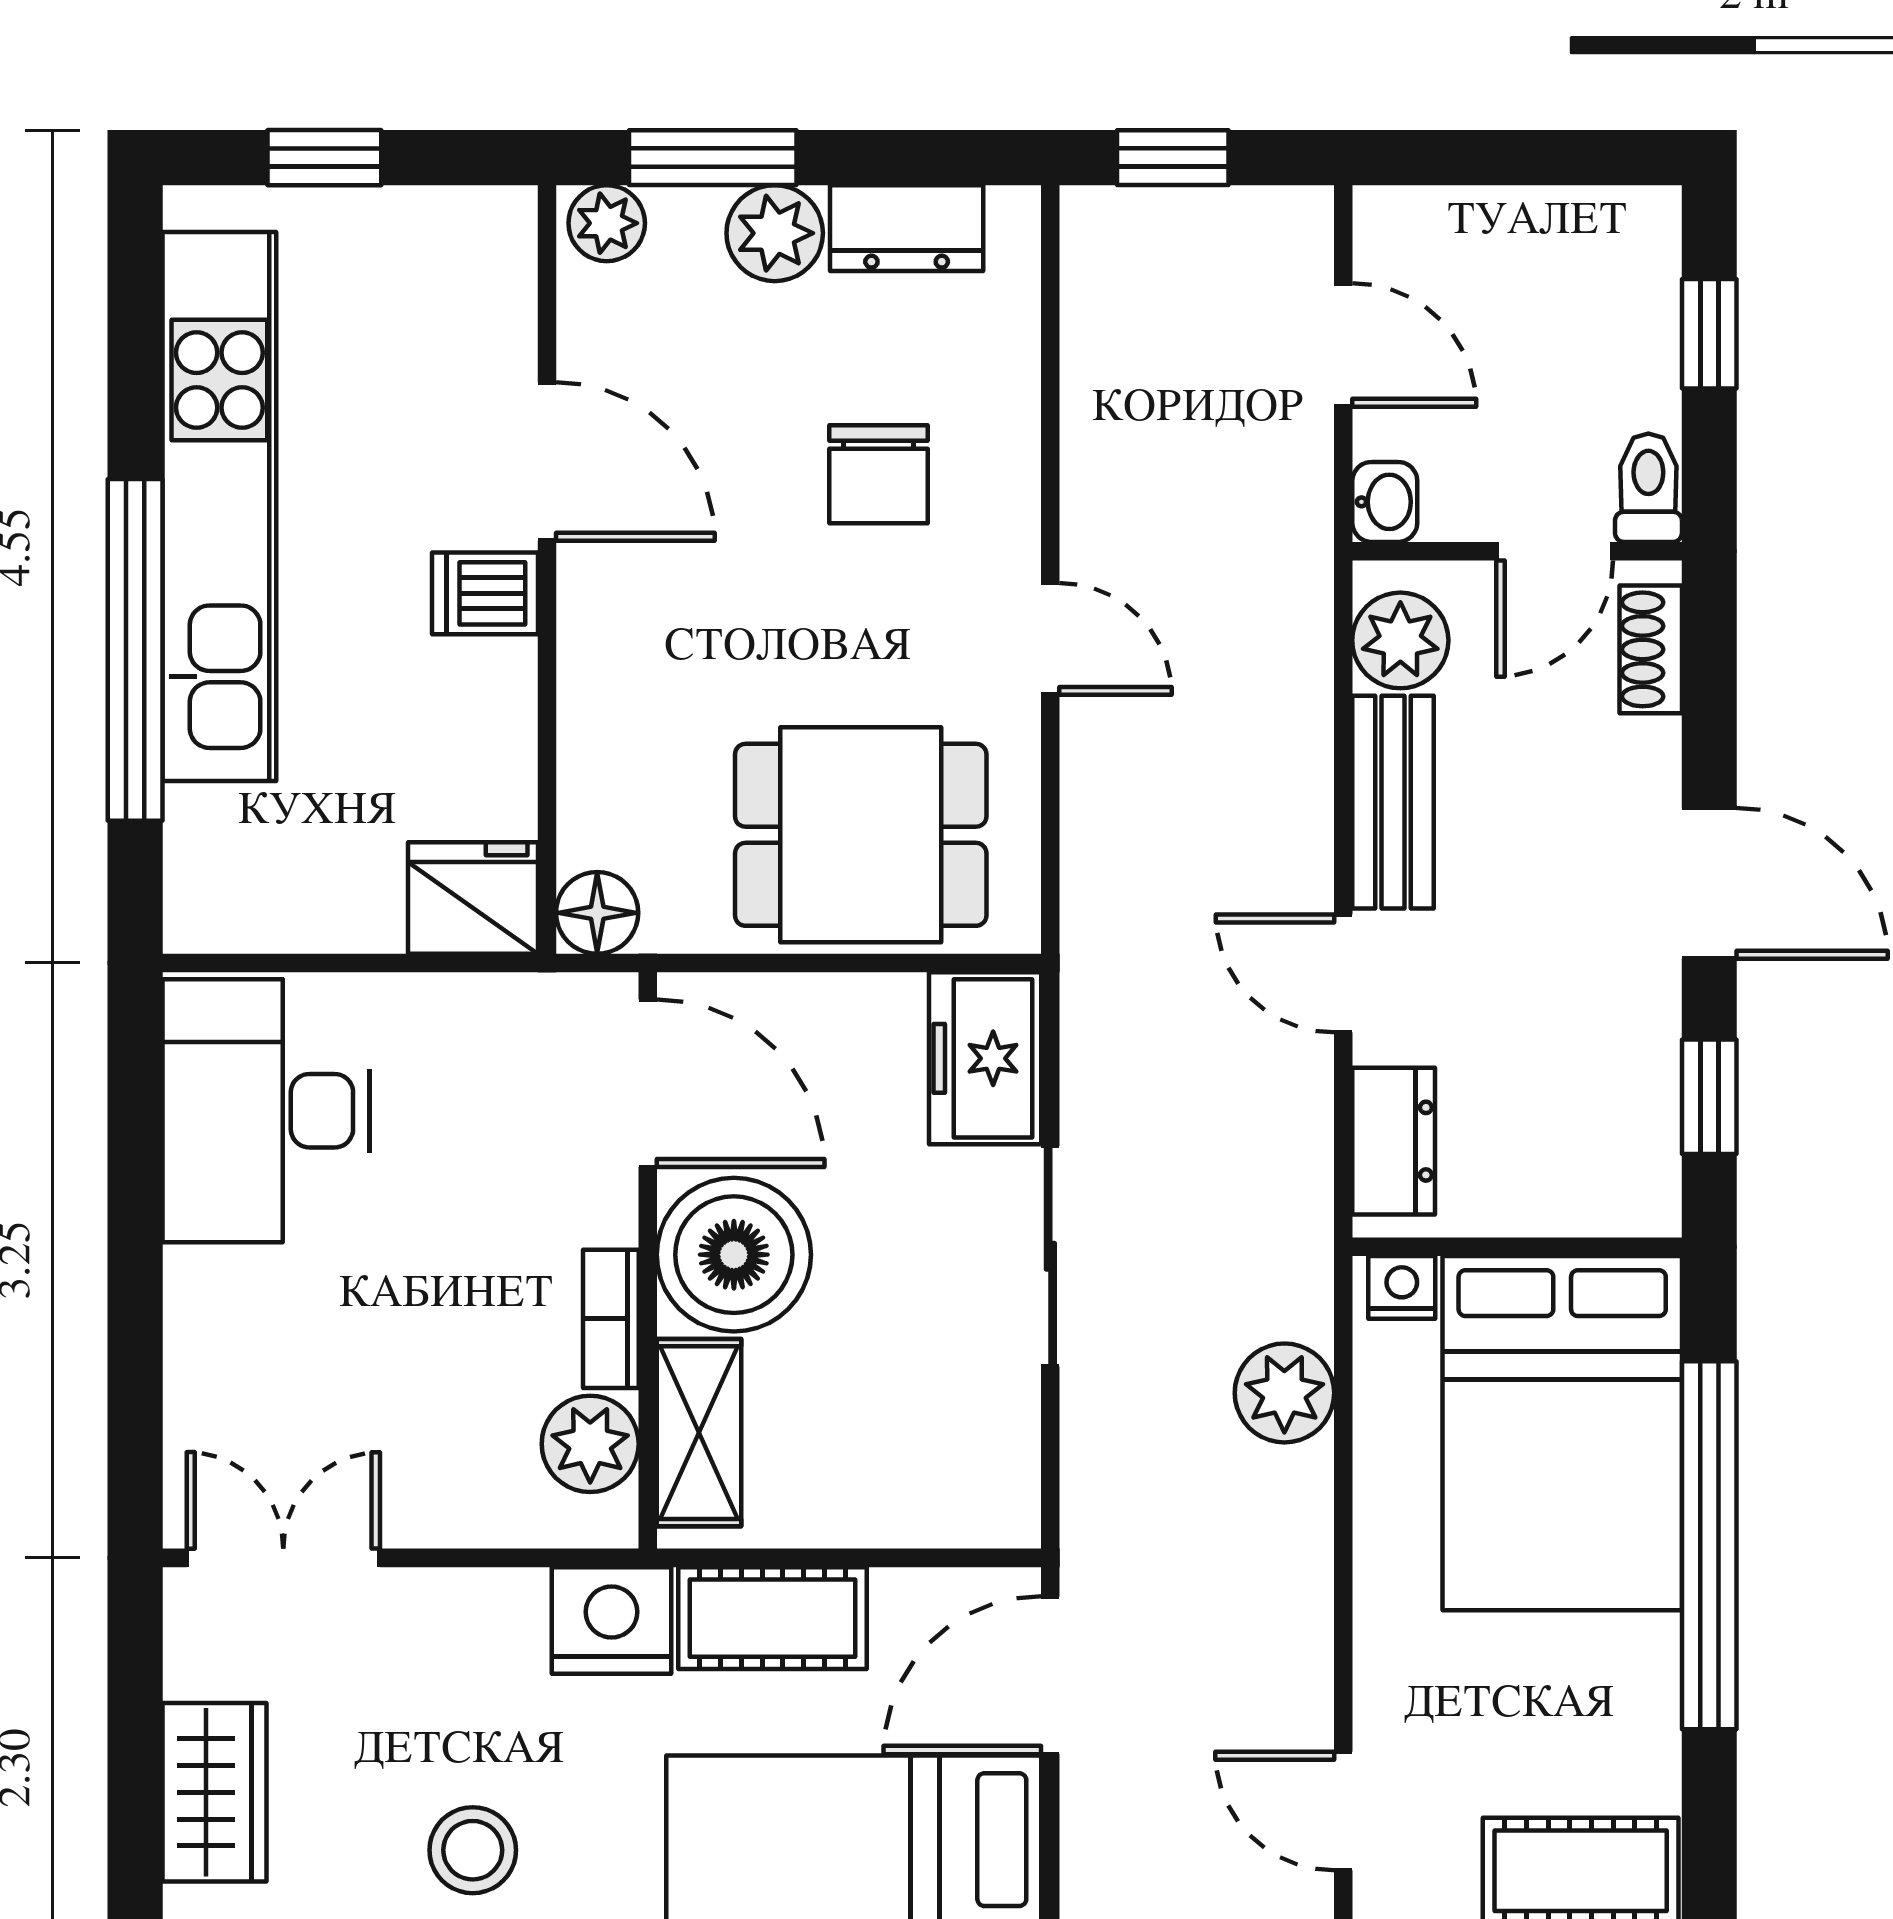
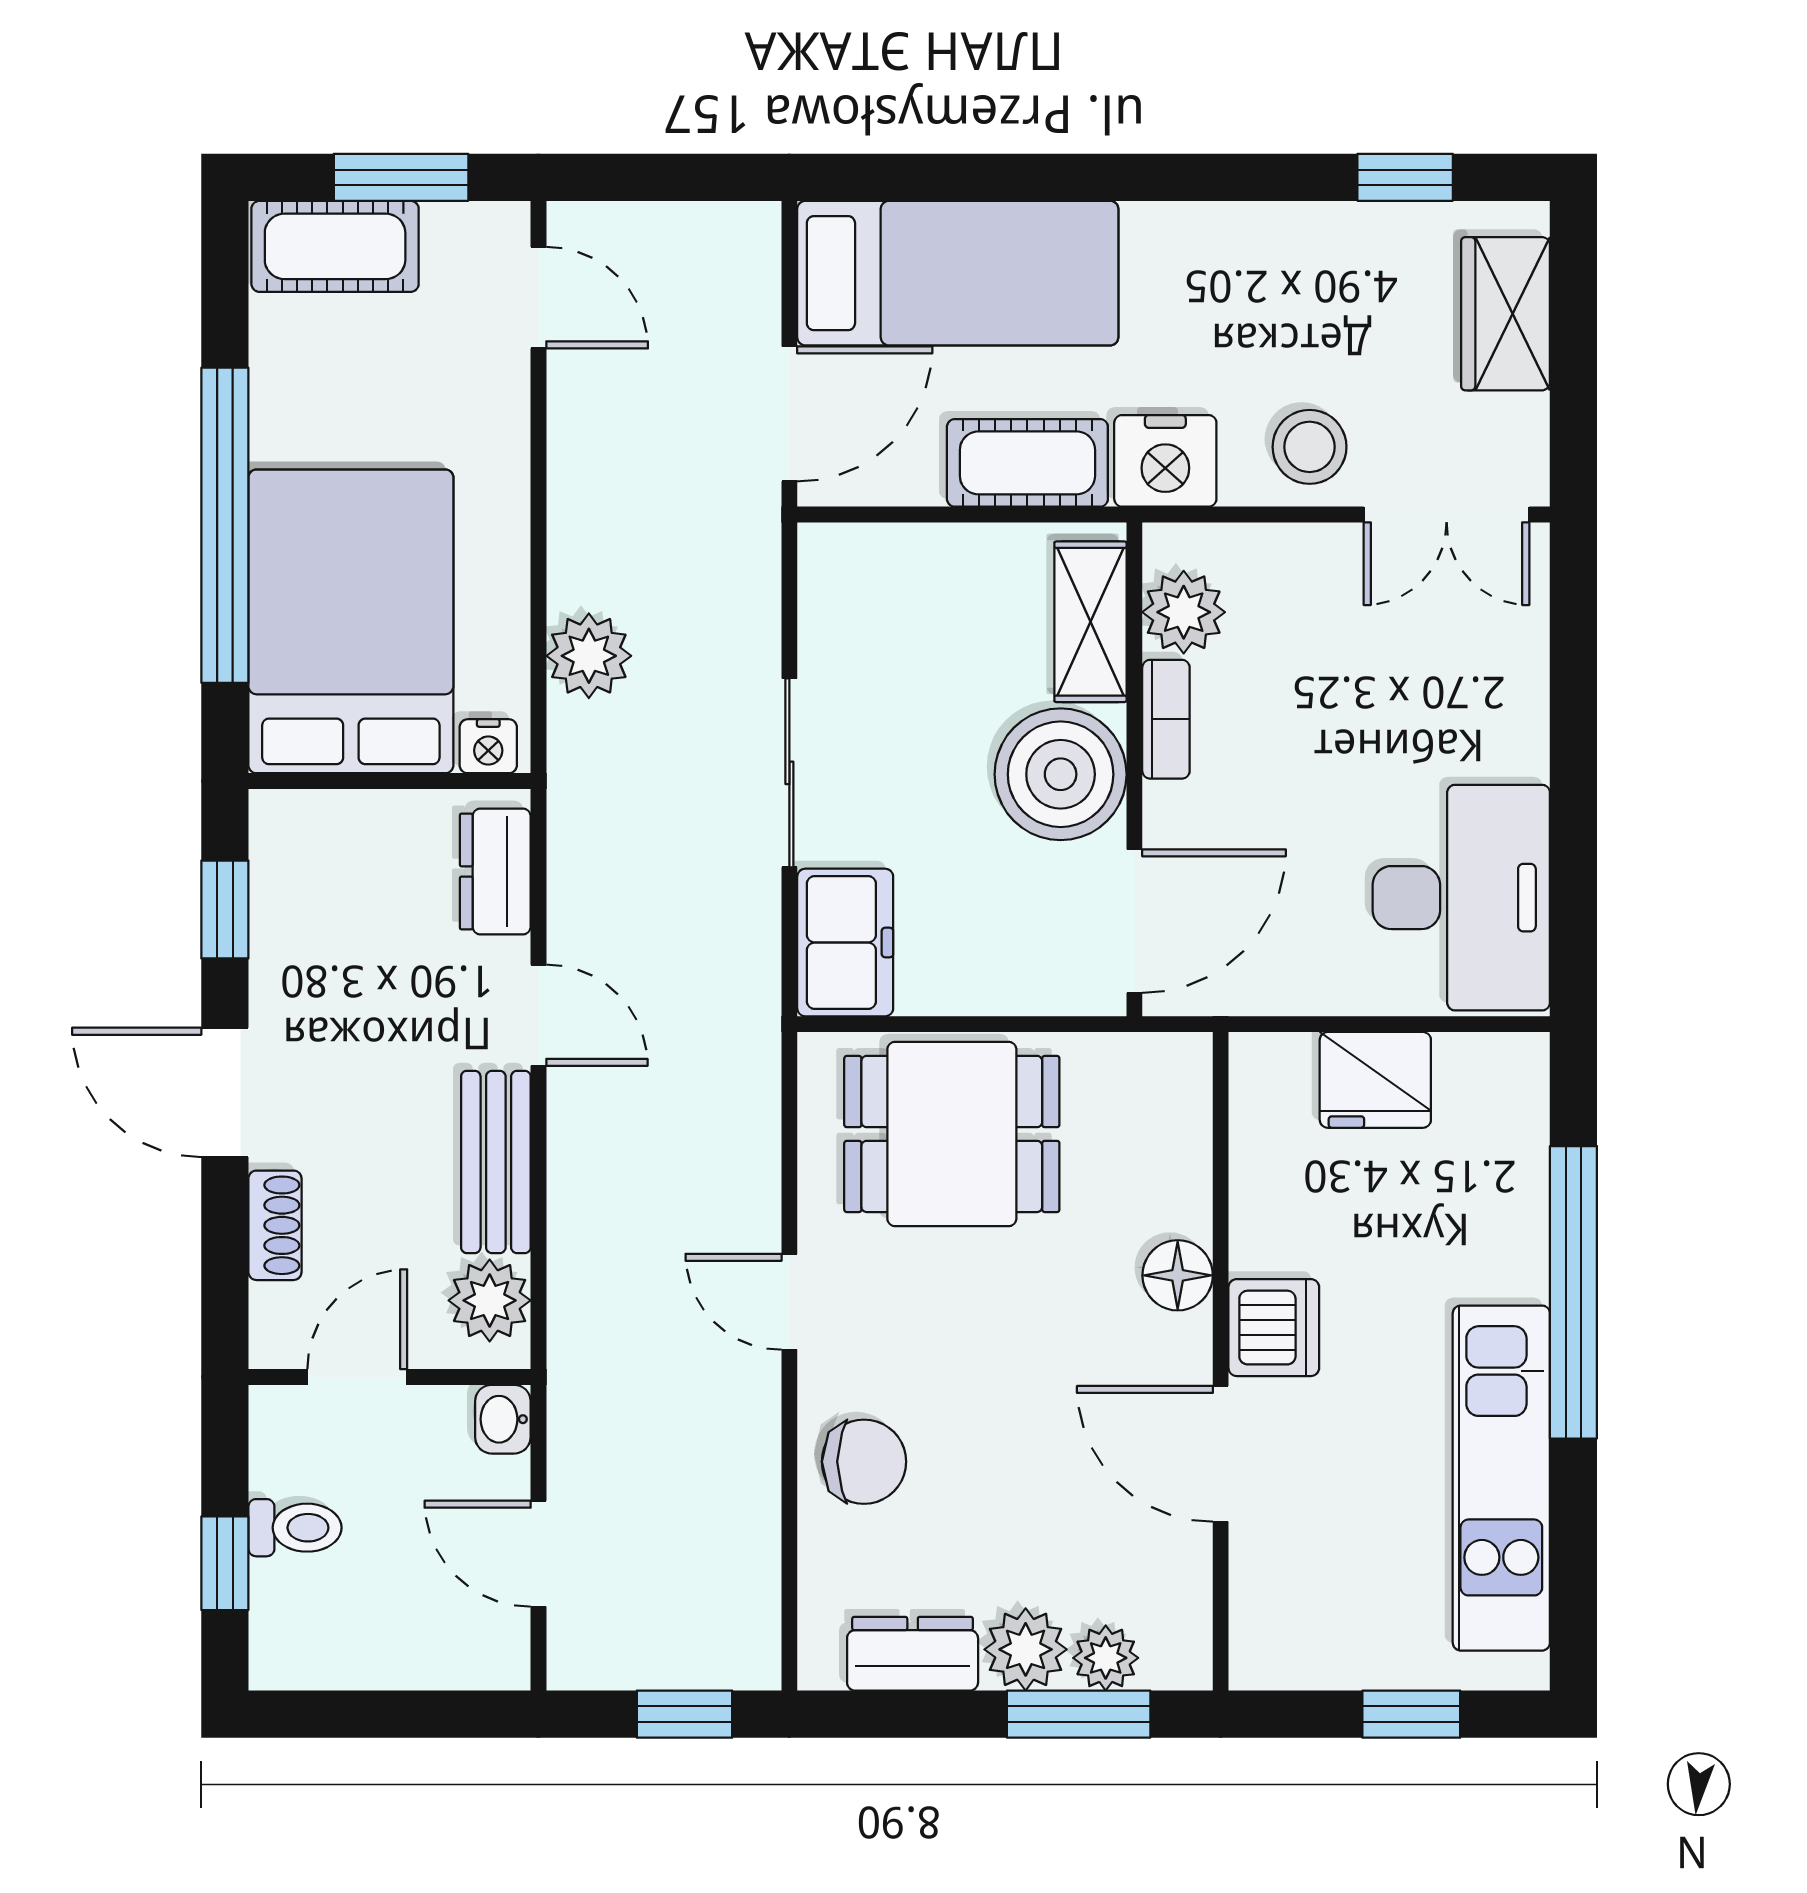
plant: (607, 223) -> (1106, 1658), moved
chair: (878, 474) -> (864, 1462), moved, turned 90
toilet: (1648, 488) -> (295, 1528), moved, turned -90
kitchen unit: (219, 506) -> (1501, 1478), width x0.73
dishwasher: (485, 593) -> (1274, 1328), width x1.38
shoe rack: (1651, 649) -> (275, 1225), moved
fridge: (473, 898) -> (1375, 1080), moved
floor lamp: (597, 913) -> (1178, 1275), moved
door: (648, 1083) -> (1134, 921), swing flipped
stool: (473, 1850) -> (1310, 447), moved

